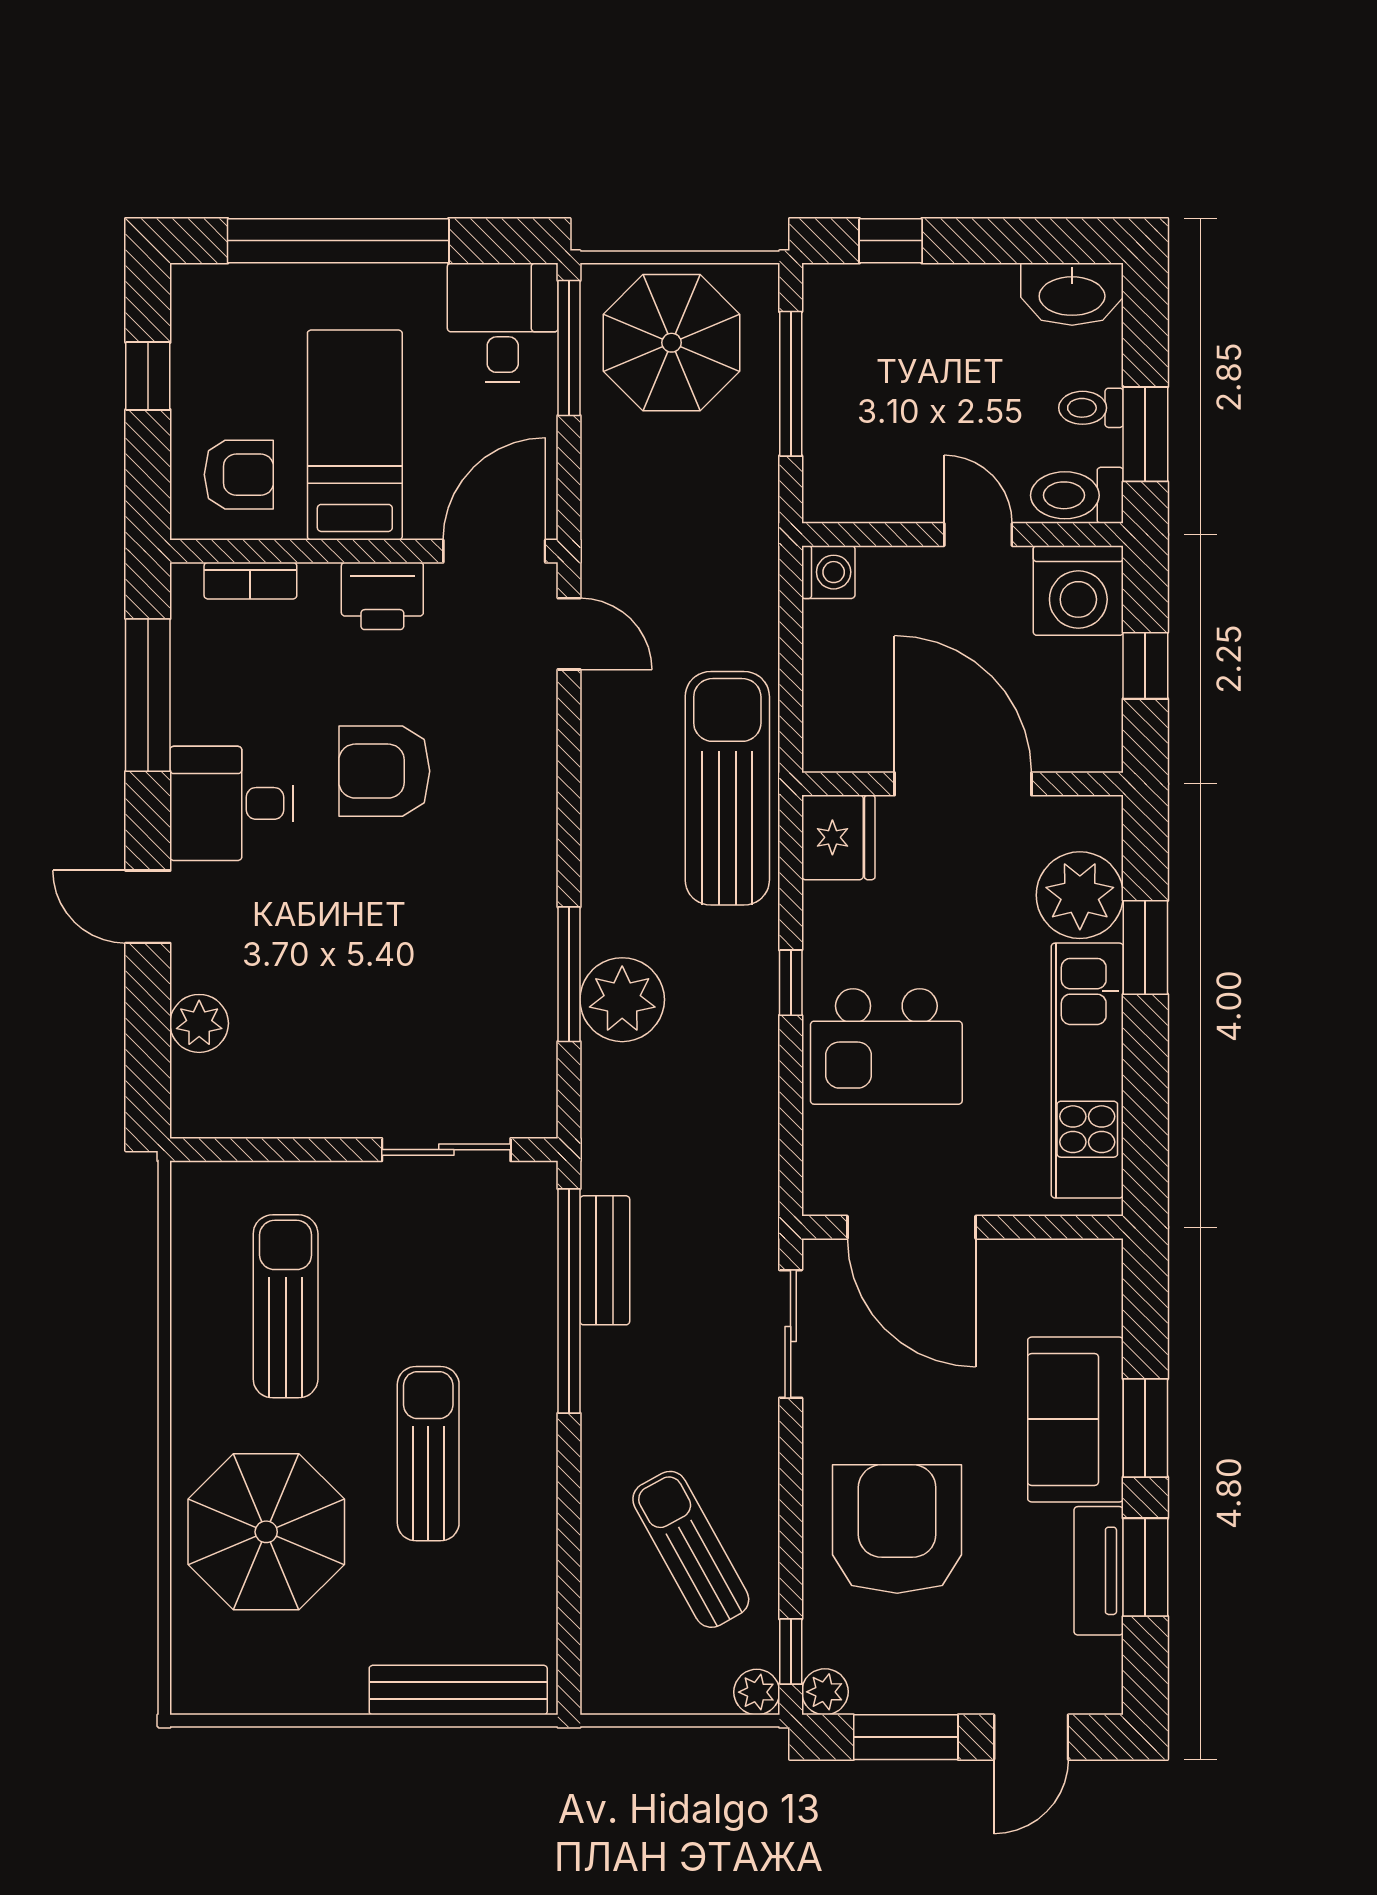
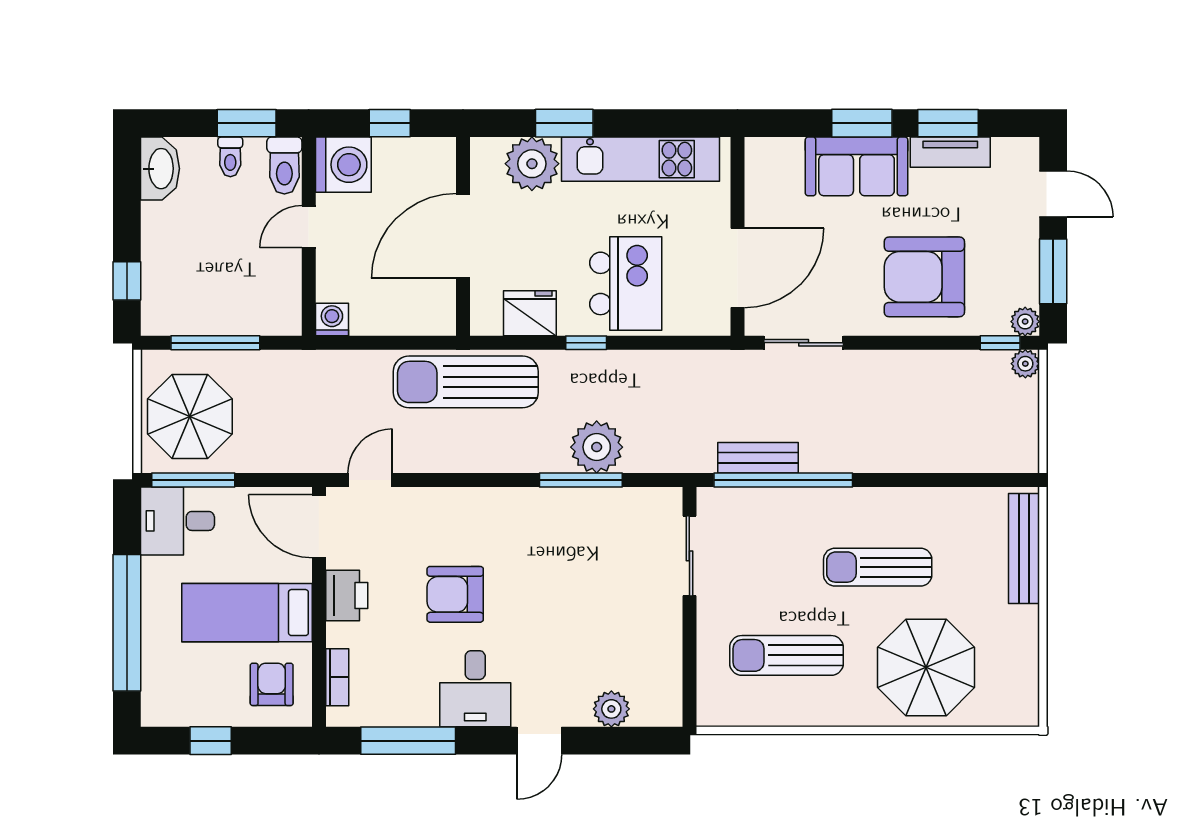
armchair: (384, 771) -> (455, 594), turned 90
fridge: (838, 837) -> (530, 313), moved
sun lounger: (691, 1549) -> (937, 405), removed

